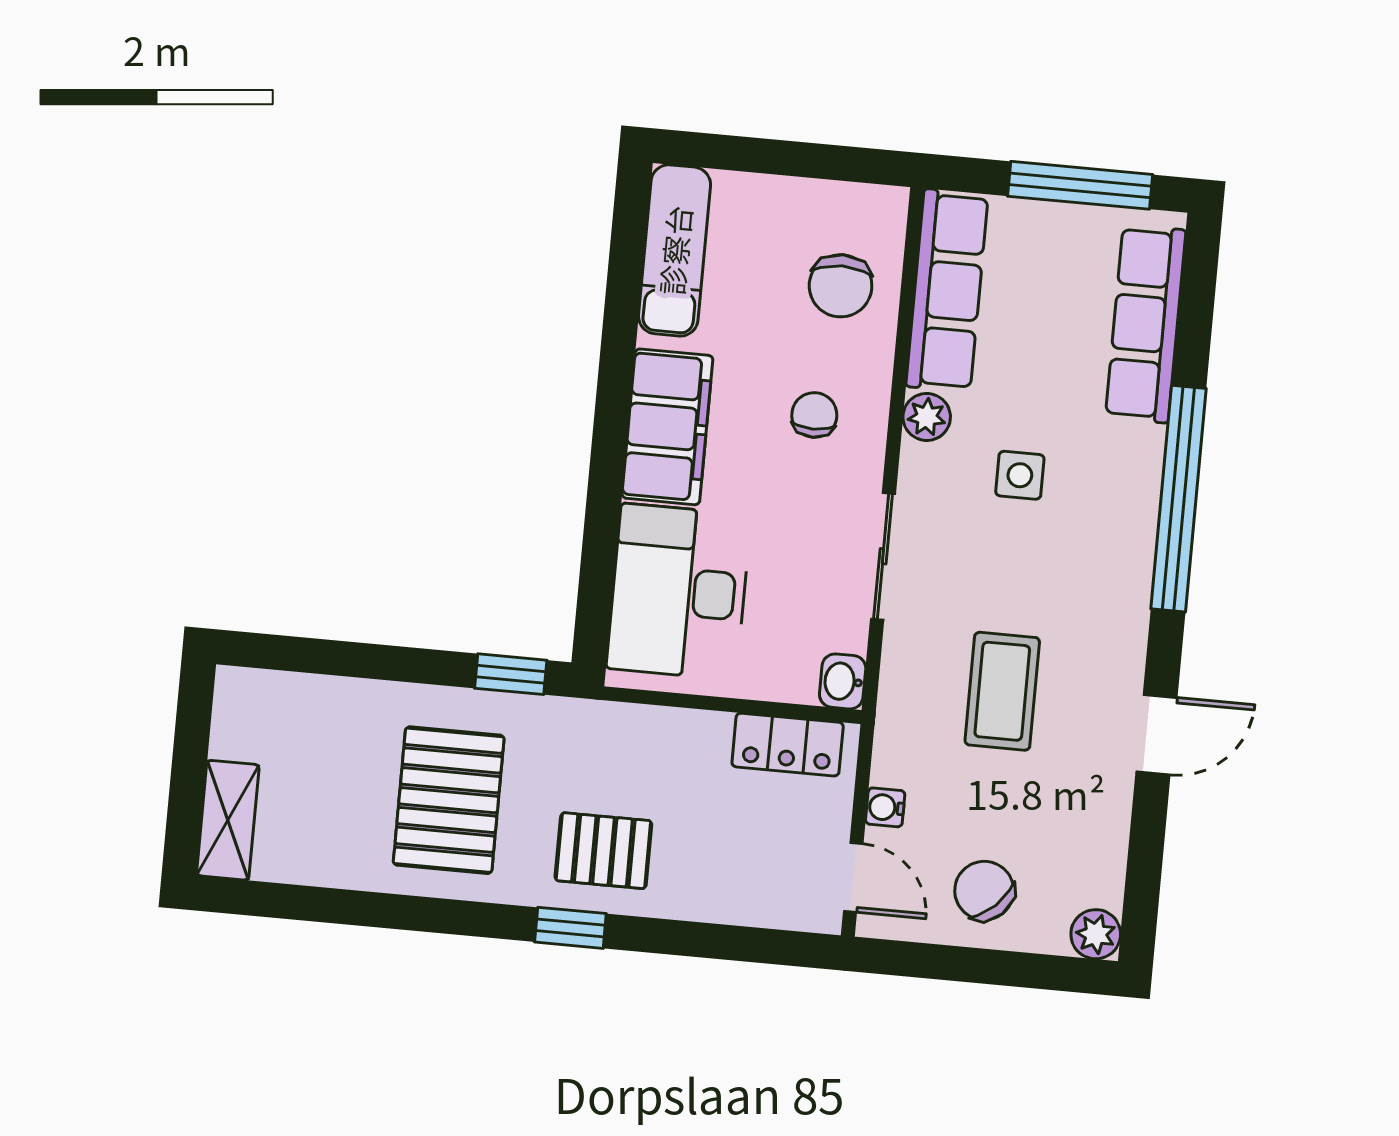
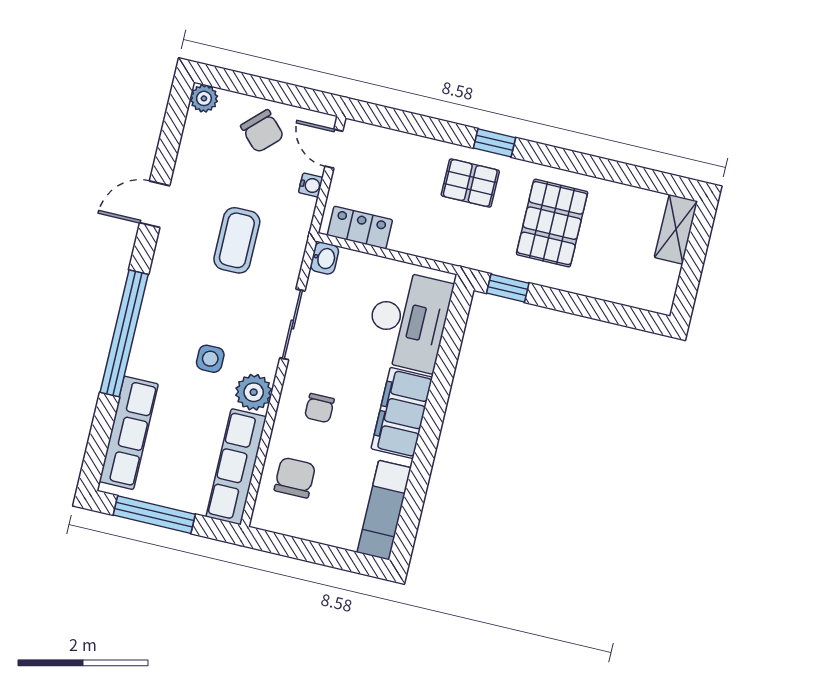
plant: (927, 417) -> (254, 392), width x1.38, depth x1.38

